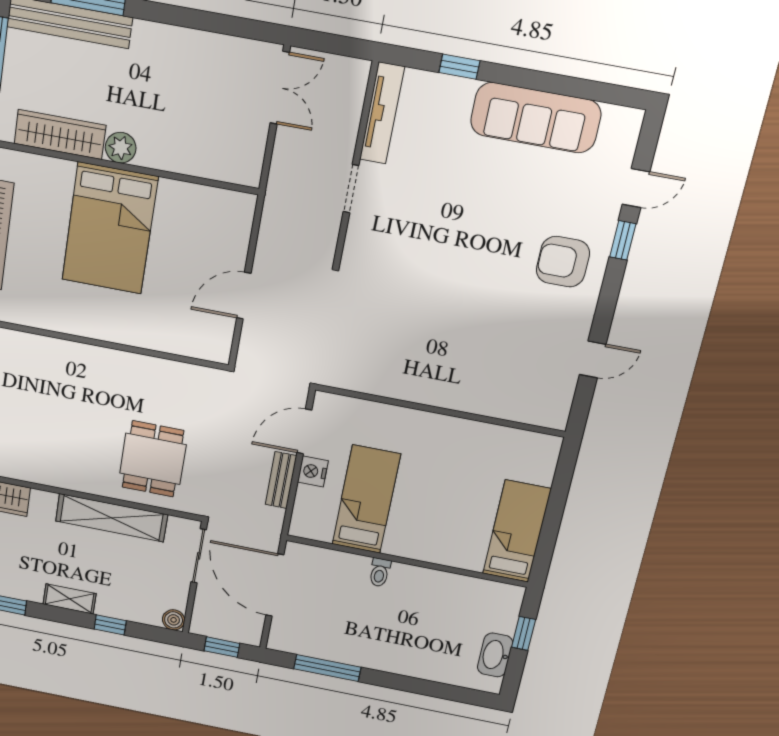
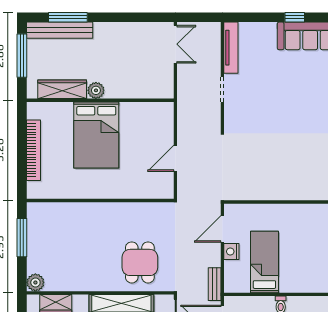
window: (459, 67) -> (295, 17), moved
bench: (281, 480) -> (215, 284), moved

